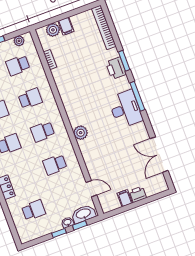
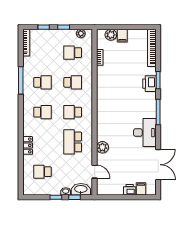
desk: (125, 109) -> (145, 133), moved
plant: (81, 133) -> (102, 147), moved
double door: (159, 155) -> (158, 165), swing flipped
school desk: (55, 165) -> (73, 142), width x1.85
filing cabinet: (125, 198) -> (141, 189), moved
school desk: (34, 210) -> (43, 172), turned 180

